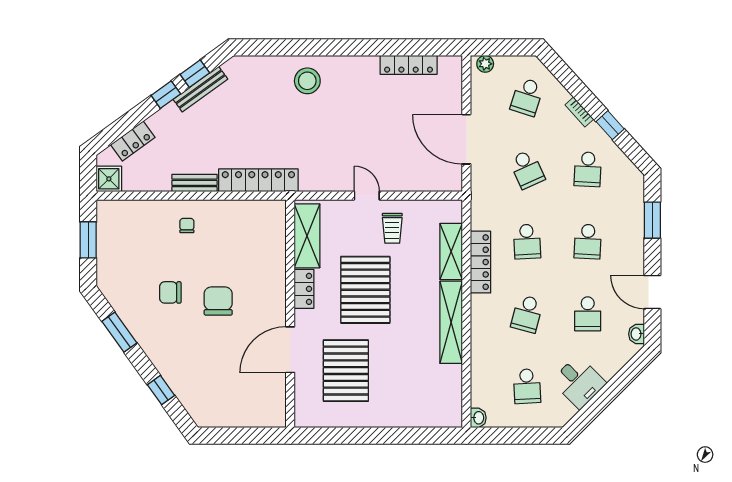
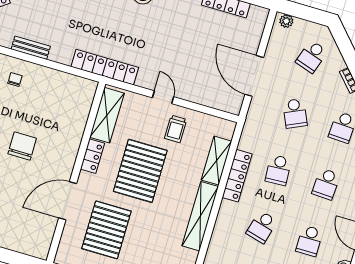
locker: (258, 180) -> (105, 67), moved

